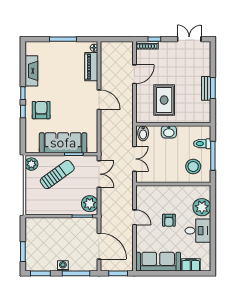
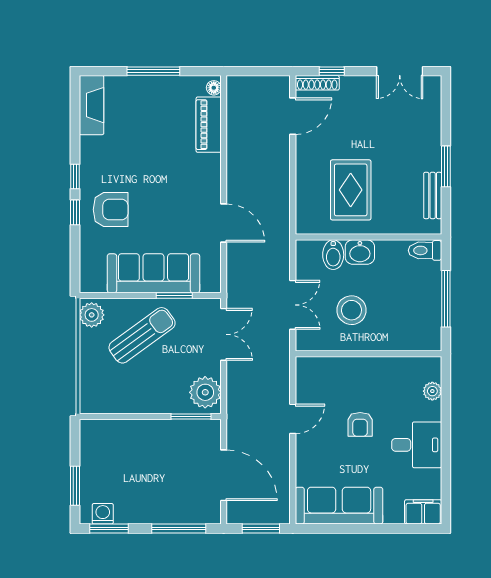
double door: (189, 39) -> (400, 71), swing flipped
fireplace: (31, 71) -> (91, 105), moved
door: (134, 74) -> (293, 116), moved
bench: (206, 88) -> (433, 195), moved
door: (99, 100) -> (224, 223), moved
armchair: (41, 110) -> (111, 210), turned 90
bidet: (143, 133) -> (333, 255), moved
toilet: (202, 144) -> (425, 250), moved
stool: (193, 167) -> (351, 310), moved
plant: (202, 207) -> (432, 391), width x0.53, depth x0.53
door: (134, 217) -> (293, 419), hinge flipped
filing cabinet: (191, 265) -> (423, 512), moved
washing machine: (63, 266) -> (103, 514), moved

